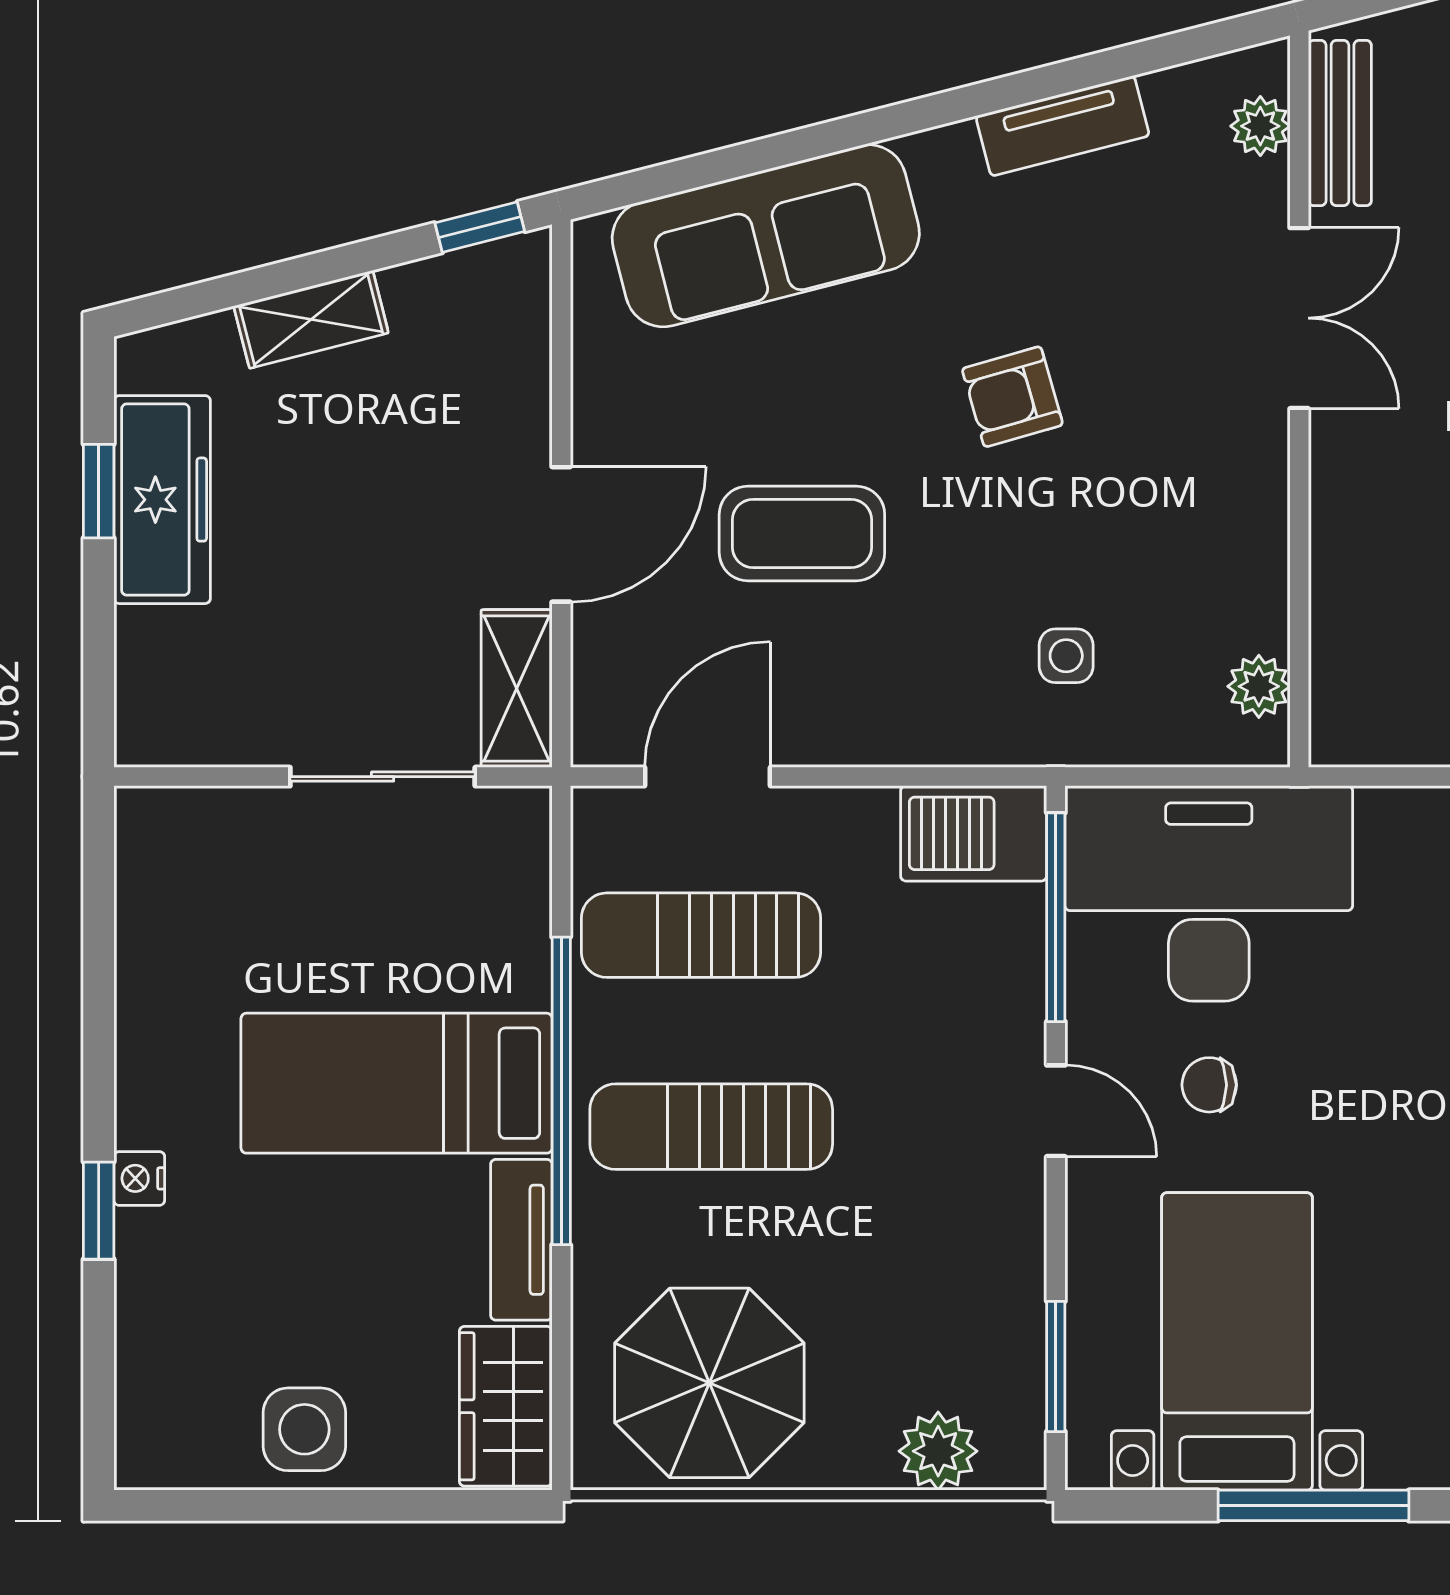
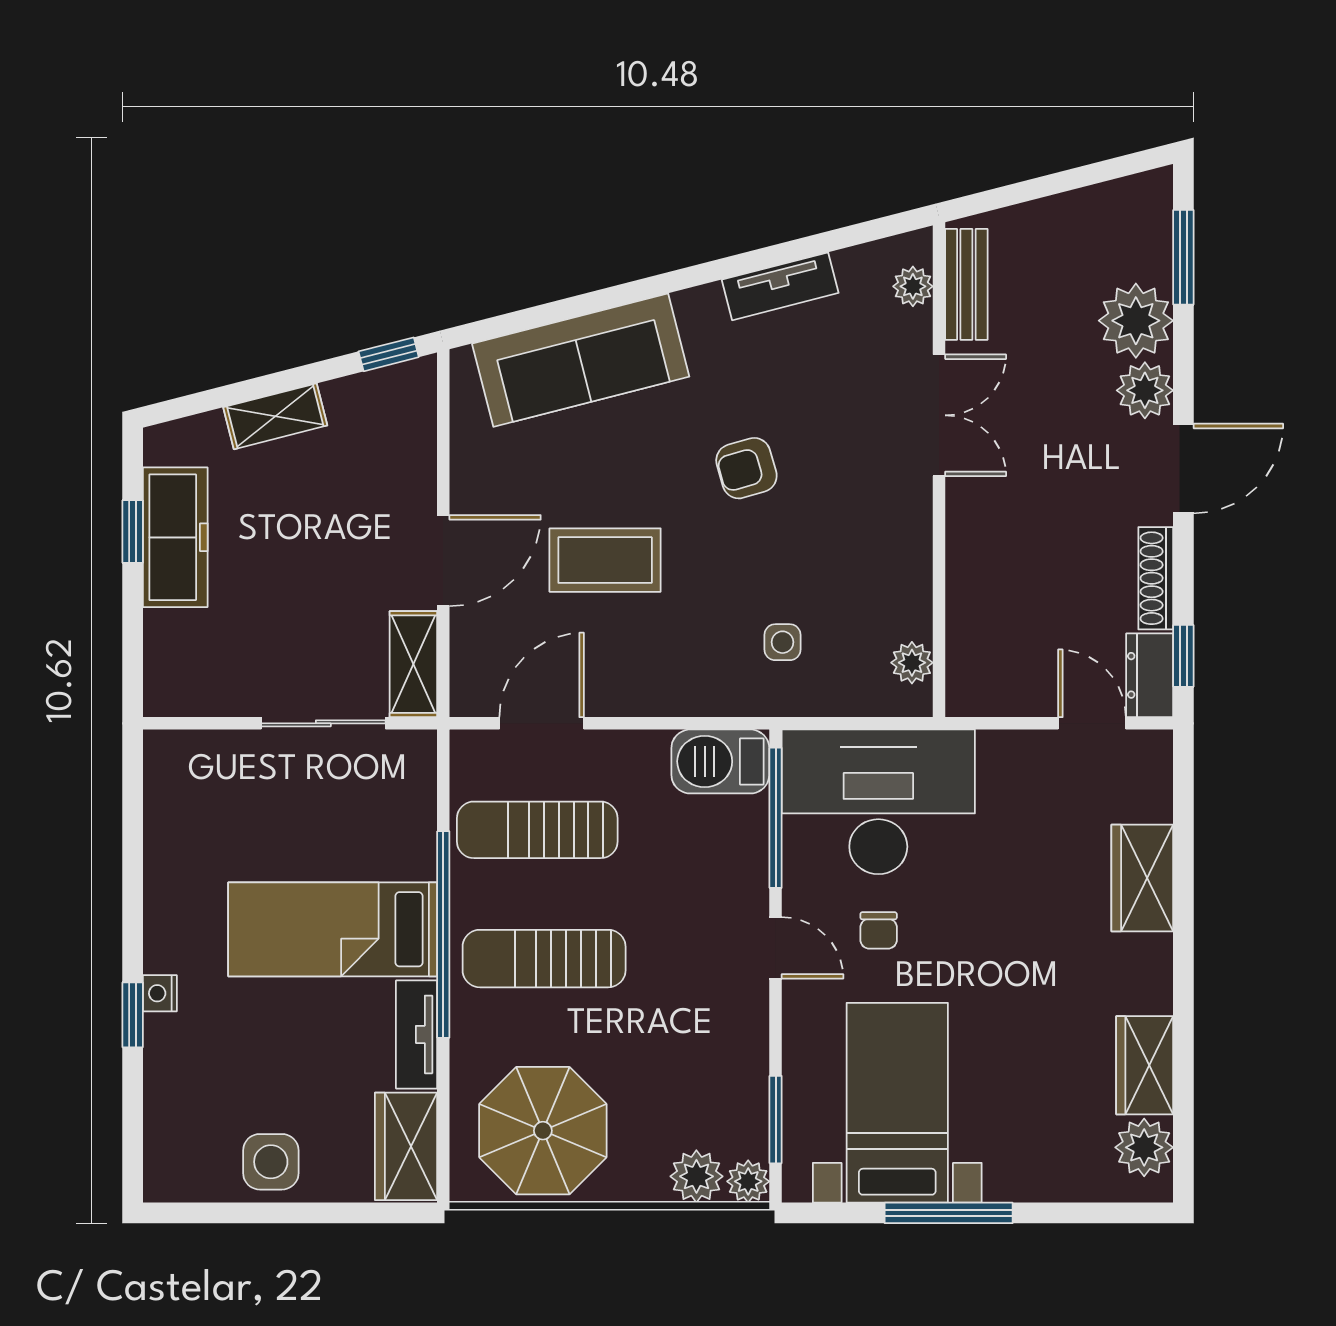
chair: (1209, 1085) -> (879, 930), turned -90
plant: (1015, 1459) -> (748, 1181), added

